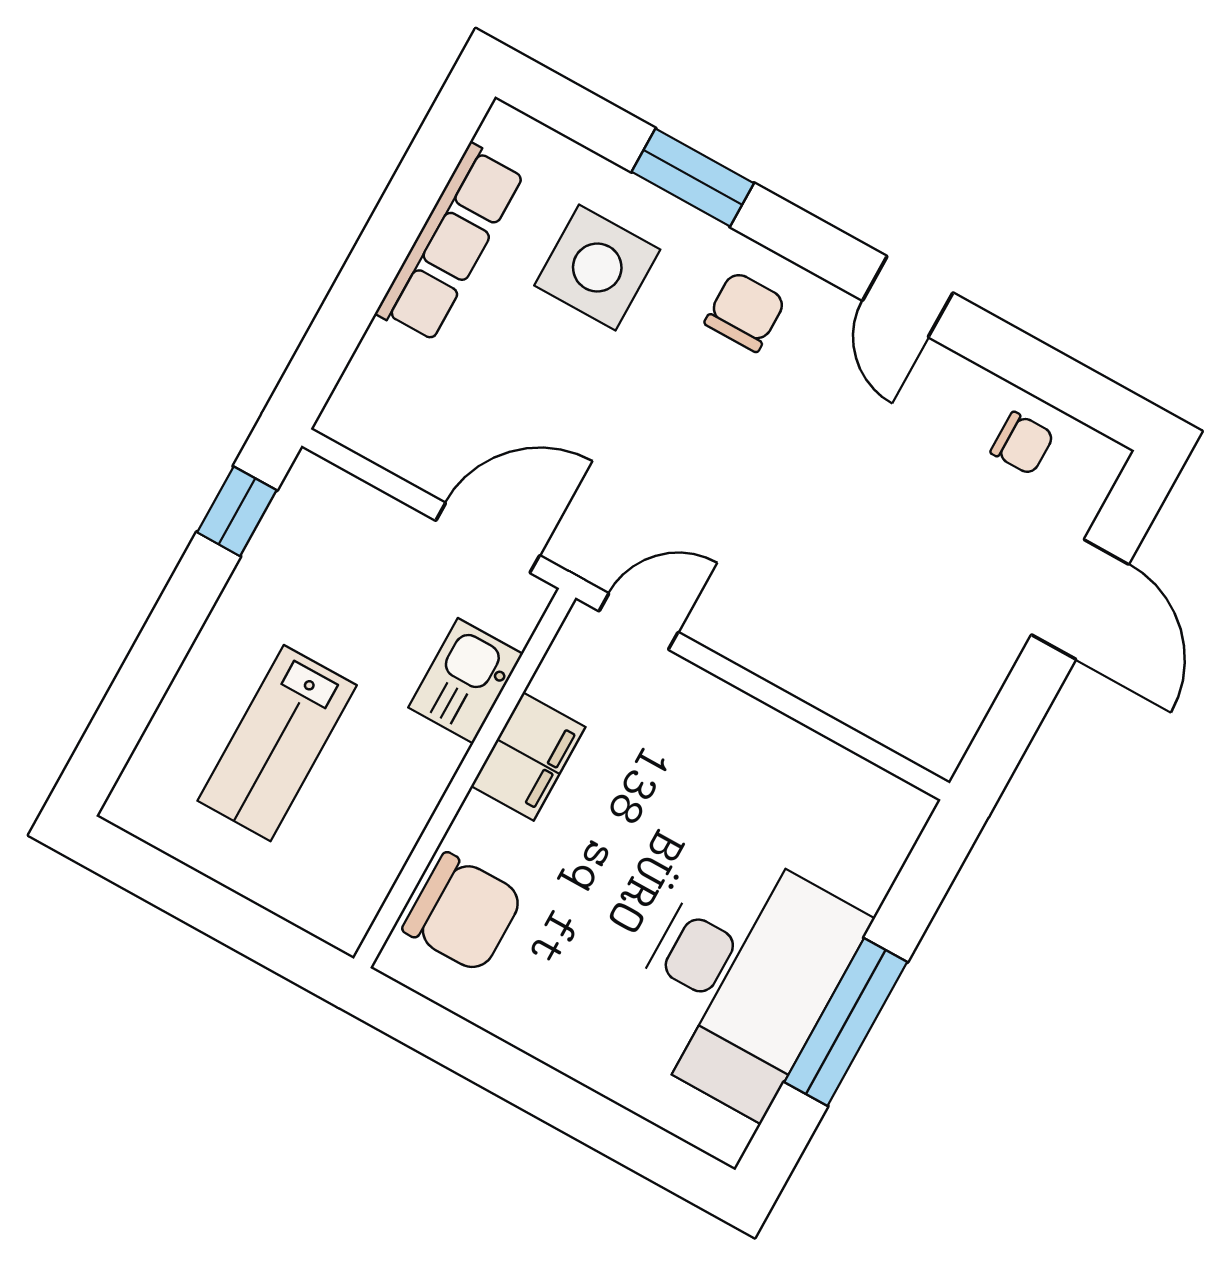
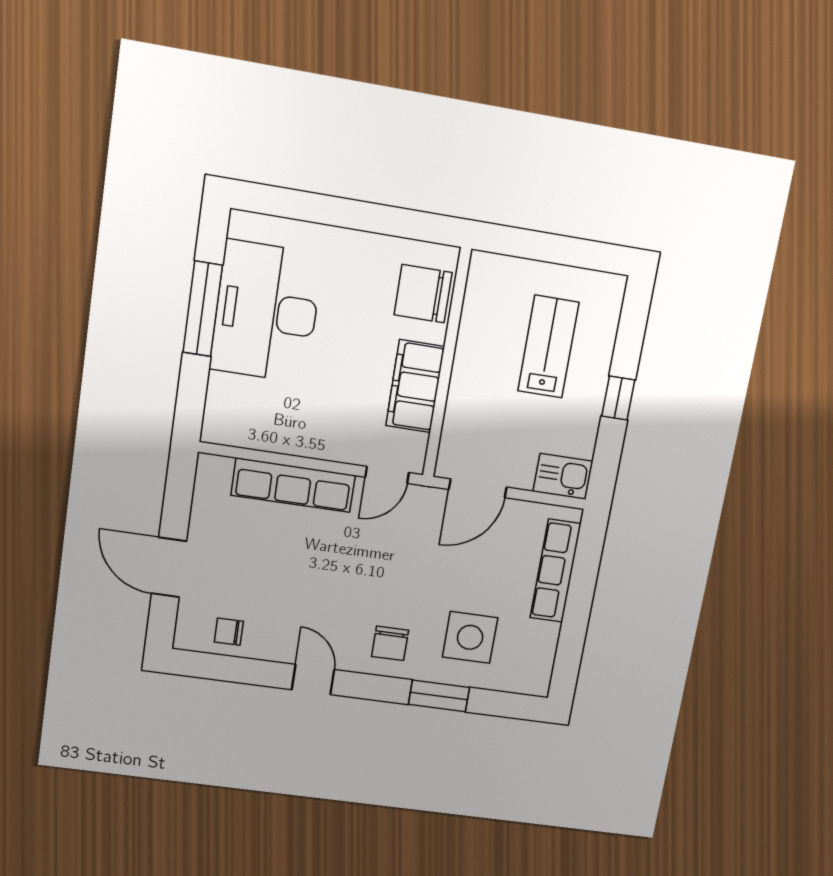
row of seats: (450, 243) -> (556, 571), moved
window: (237, 511) -> (618, 398), moved
row of seats: (808, 664) -> (293, 485), added
kitchen sink: (466, 681) -> (563, 476), moved, turned -90
filing cabinet: (528, 756) -> (415, 386), width x1.50, depth x1.17

